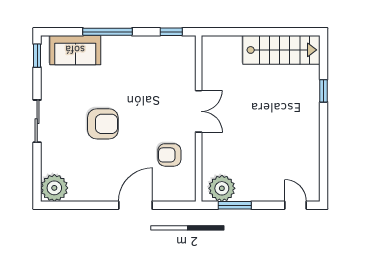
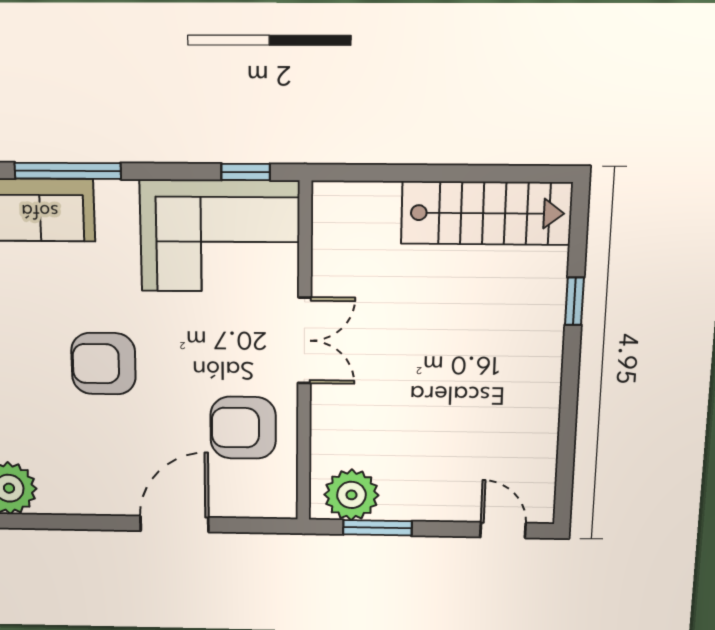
window: (108, 32) -> (68, 171), moved
corner sofa: (159, 62) -> (220, 236), added
armchair: (103, 124) -> (104, 364), turned 180
armchair: (169, 155) -> (243, 428), width x1.38, depth x1.38

